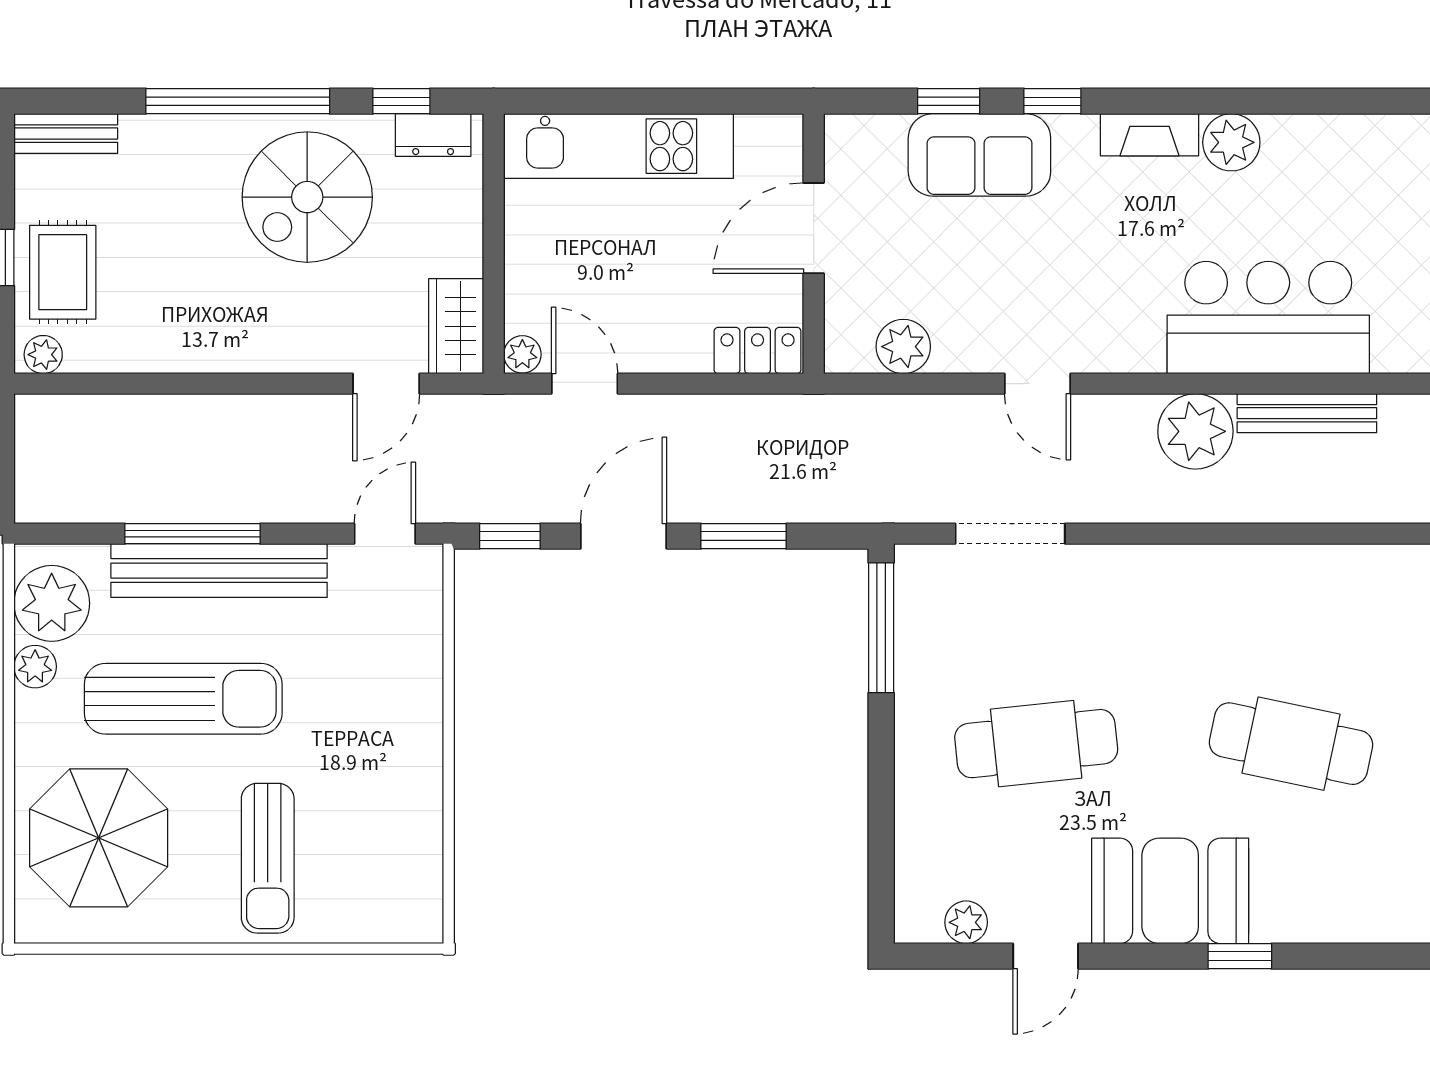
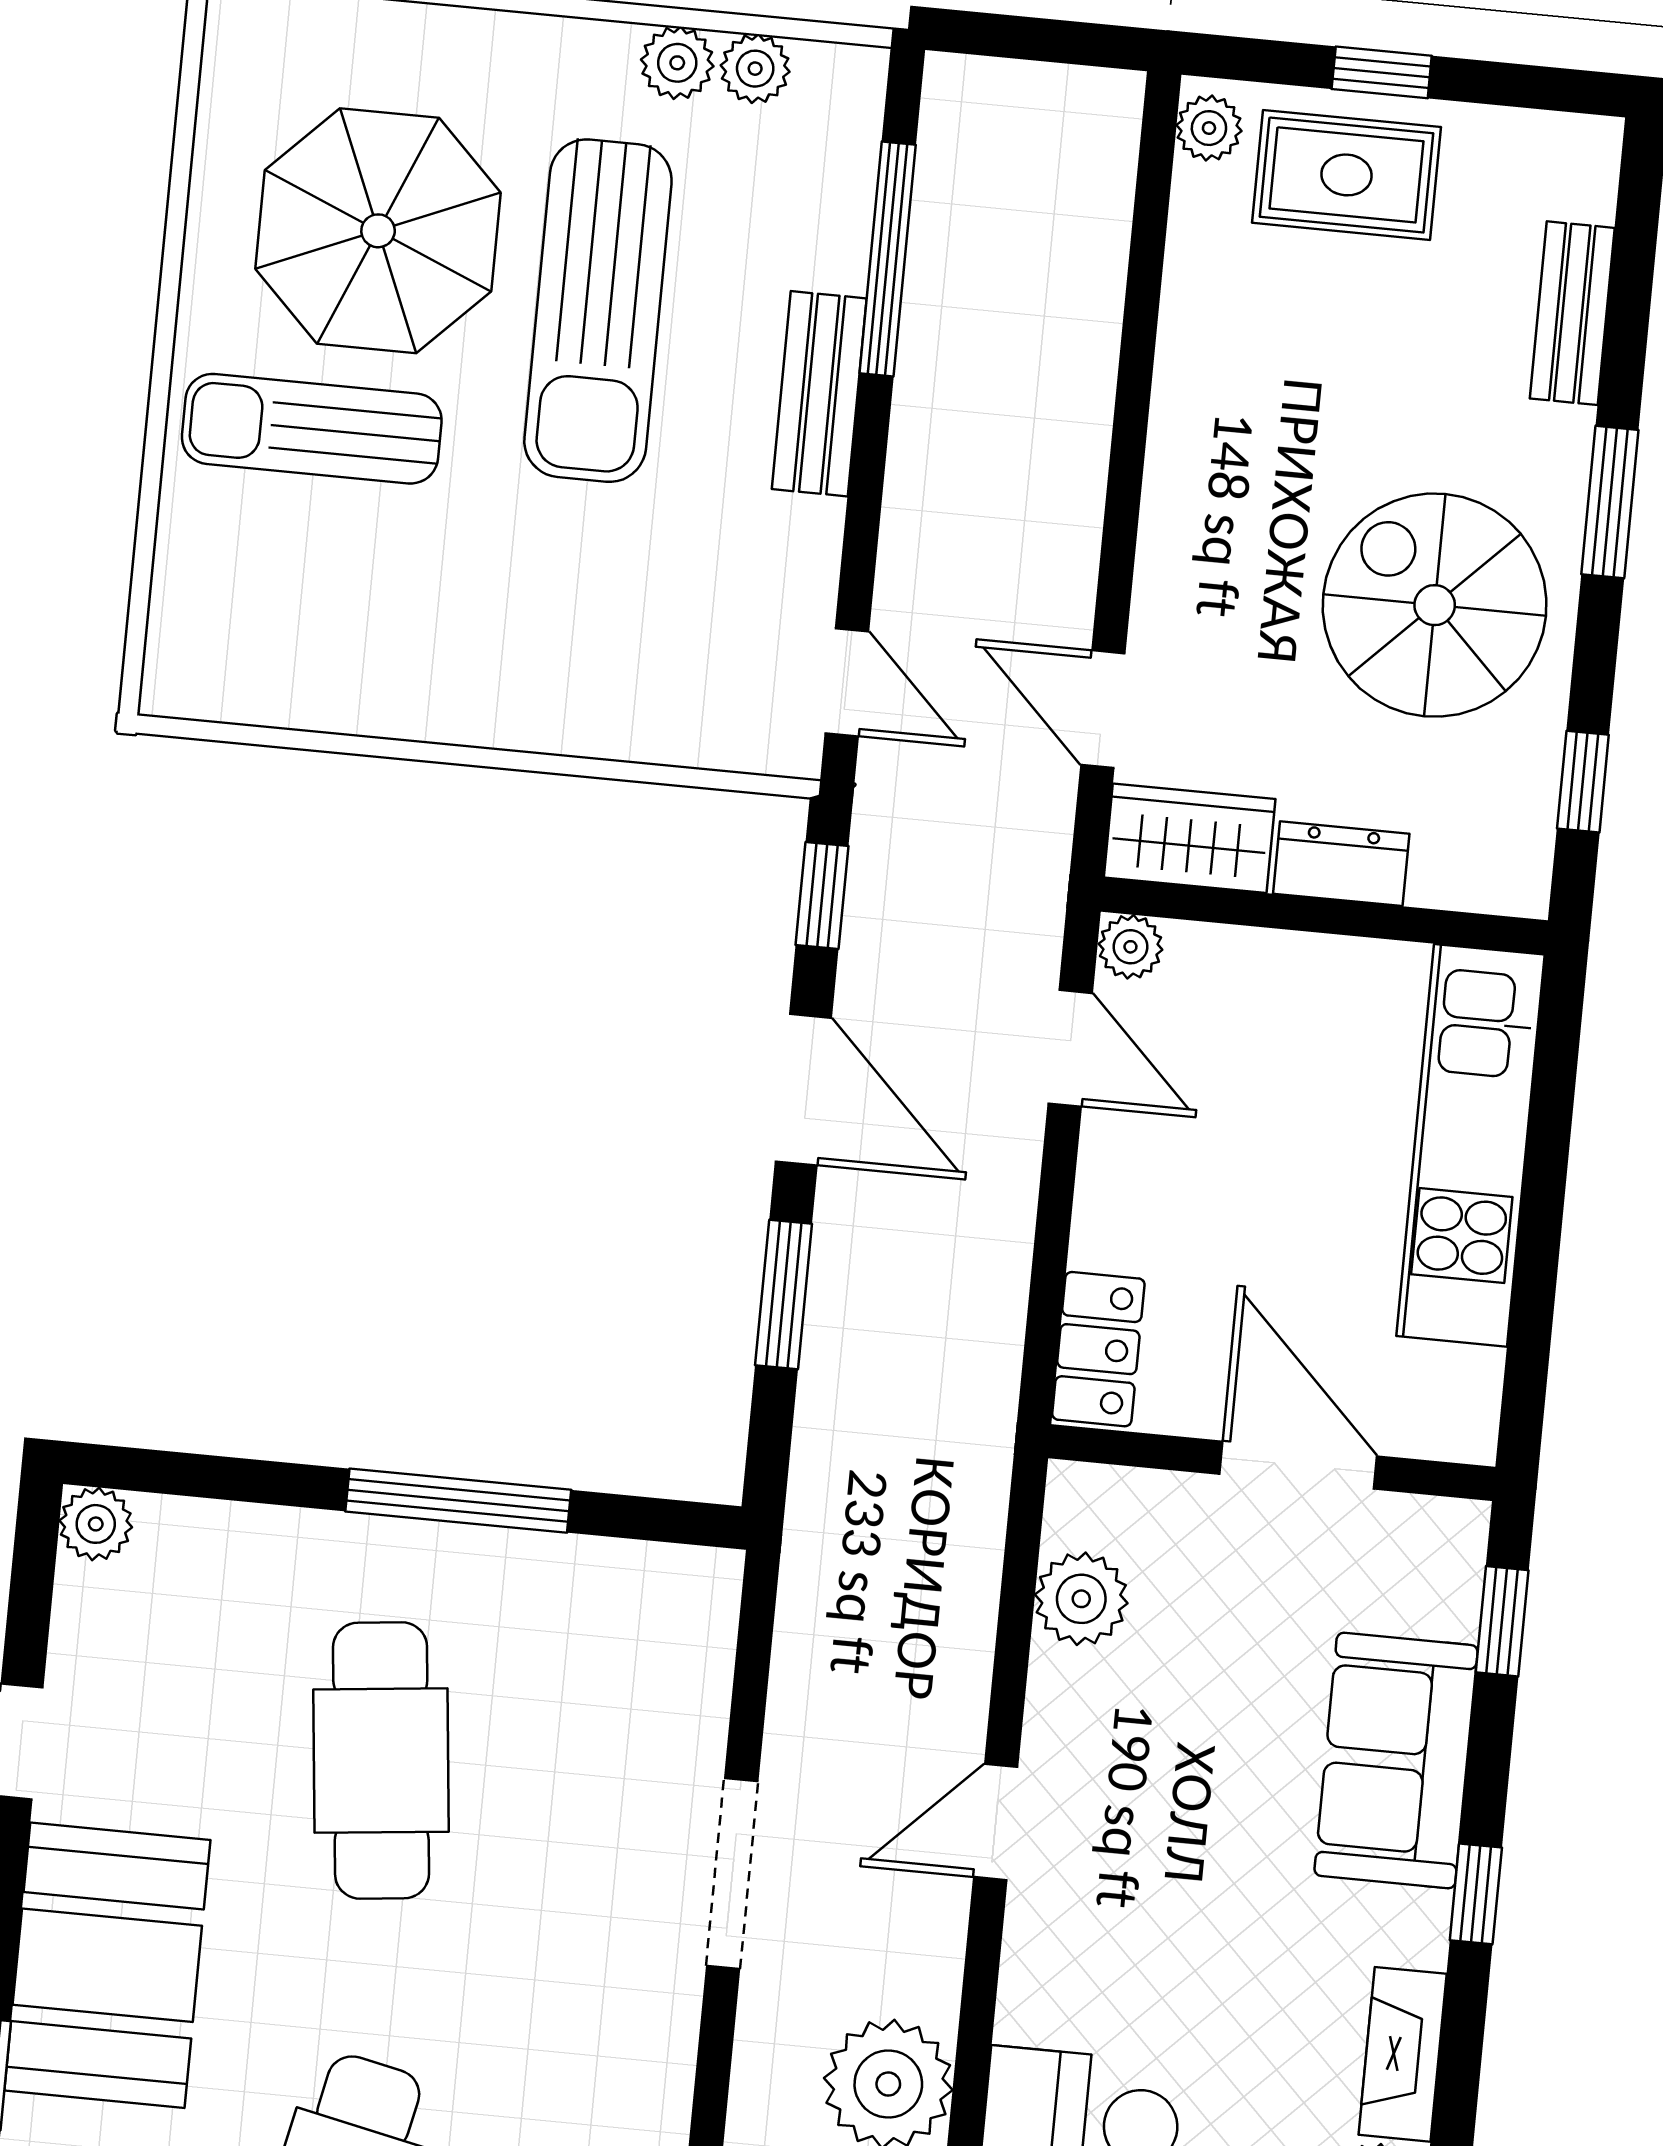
window: (238, 101) -> (1610, 502), width x0.47
window: (949, 101) -> (1502, 1621), moved
bench: (66, 134) -> (1572, 313), moved
dresser: (433, 135) -> (1341, 864), moved, turned 90
door: (585, 384) -> (1070, 1048), hinge flipped
window: (193, 534) -> (888, 259), moved
doorway: (1010, 534) -> (732, 1873), moved
bench: (219, 571) -> (819, 394), width x0.54, depth x0.82
plant: (52, 603) -> (755, 69), width x0.53, depth x0.53
window: (881, 628) -> (458, 1501), moved
parasol: (99, 838) -> (378, 231), moved
plant: (966, 922) -> (96, 1524), moved

